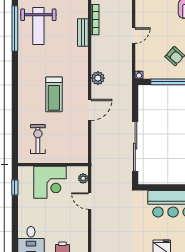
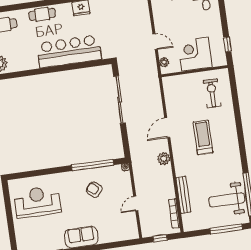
weight bench: (38, 26) -> (227, 200), turned -90
bench: (83, 32) -> (183, 195), width x1.36
exercise bike: (38, 139) -> (212, 93), turned 180

